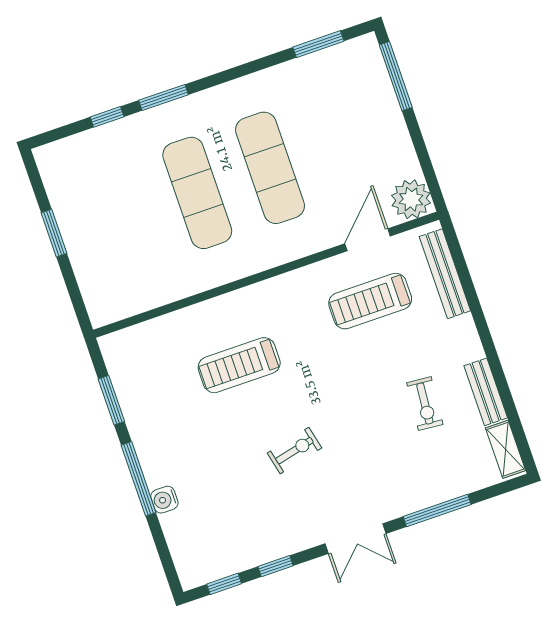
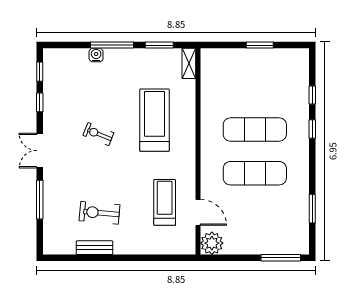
window: (318, 44) -> (312, 209), moved
window: (164, 98) -> (312, 129), width x0.67
bench: (445, 274) -> (166, 248), removed
treadmill: (239, 365) -> (154, 120), width x1.37, depth x1.38
exercise bike: (425, 404) -> (100, 213), width x1.38, depth x1.39
shelving: (506, 449) -> (189, 63), moved, turned 90
exercise bike: (294, 451) -> (98, 134), turned 125

